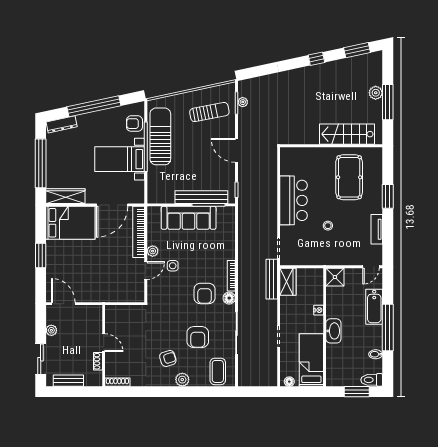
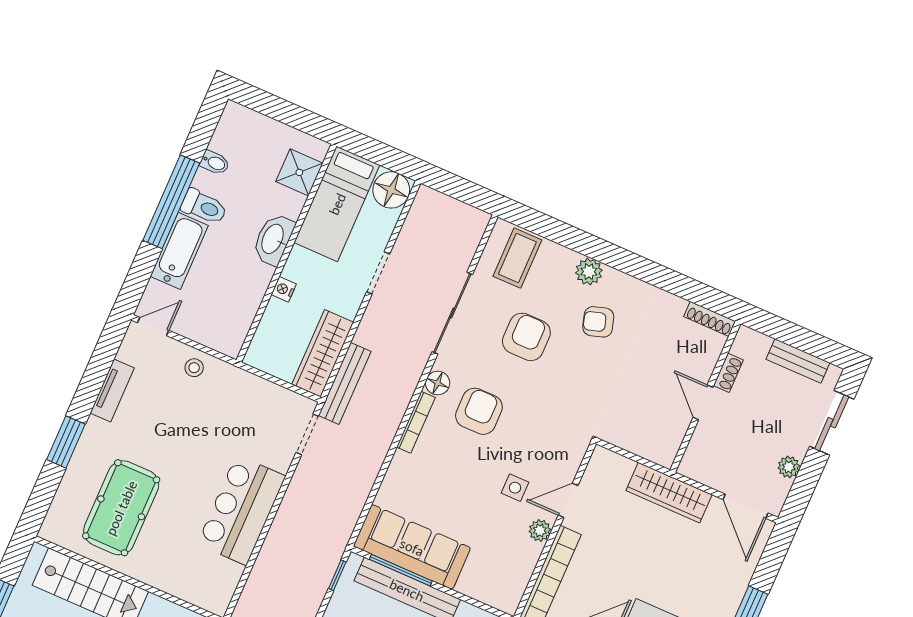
sofa: (189, 218) -> (412, 547), moved
stool: (328, 226) -> (194, 368), moved
shower: (335, 277) -> (299, 172), moved
wardrobe: (288, 282) -> (323, 353), width x1.50
wardrobe: (101, 294) -> (669, 493), added
toilet: (372, 380) -> (204, 207), moved
floor lamp: (289, 382) -> (391, 190), width x1.89, depth x1.89
window: (357, 392) -> (280, 109), removed

